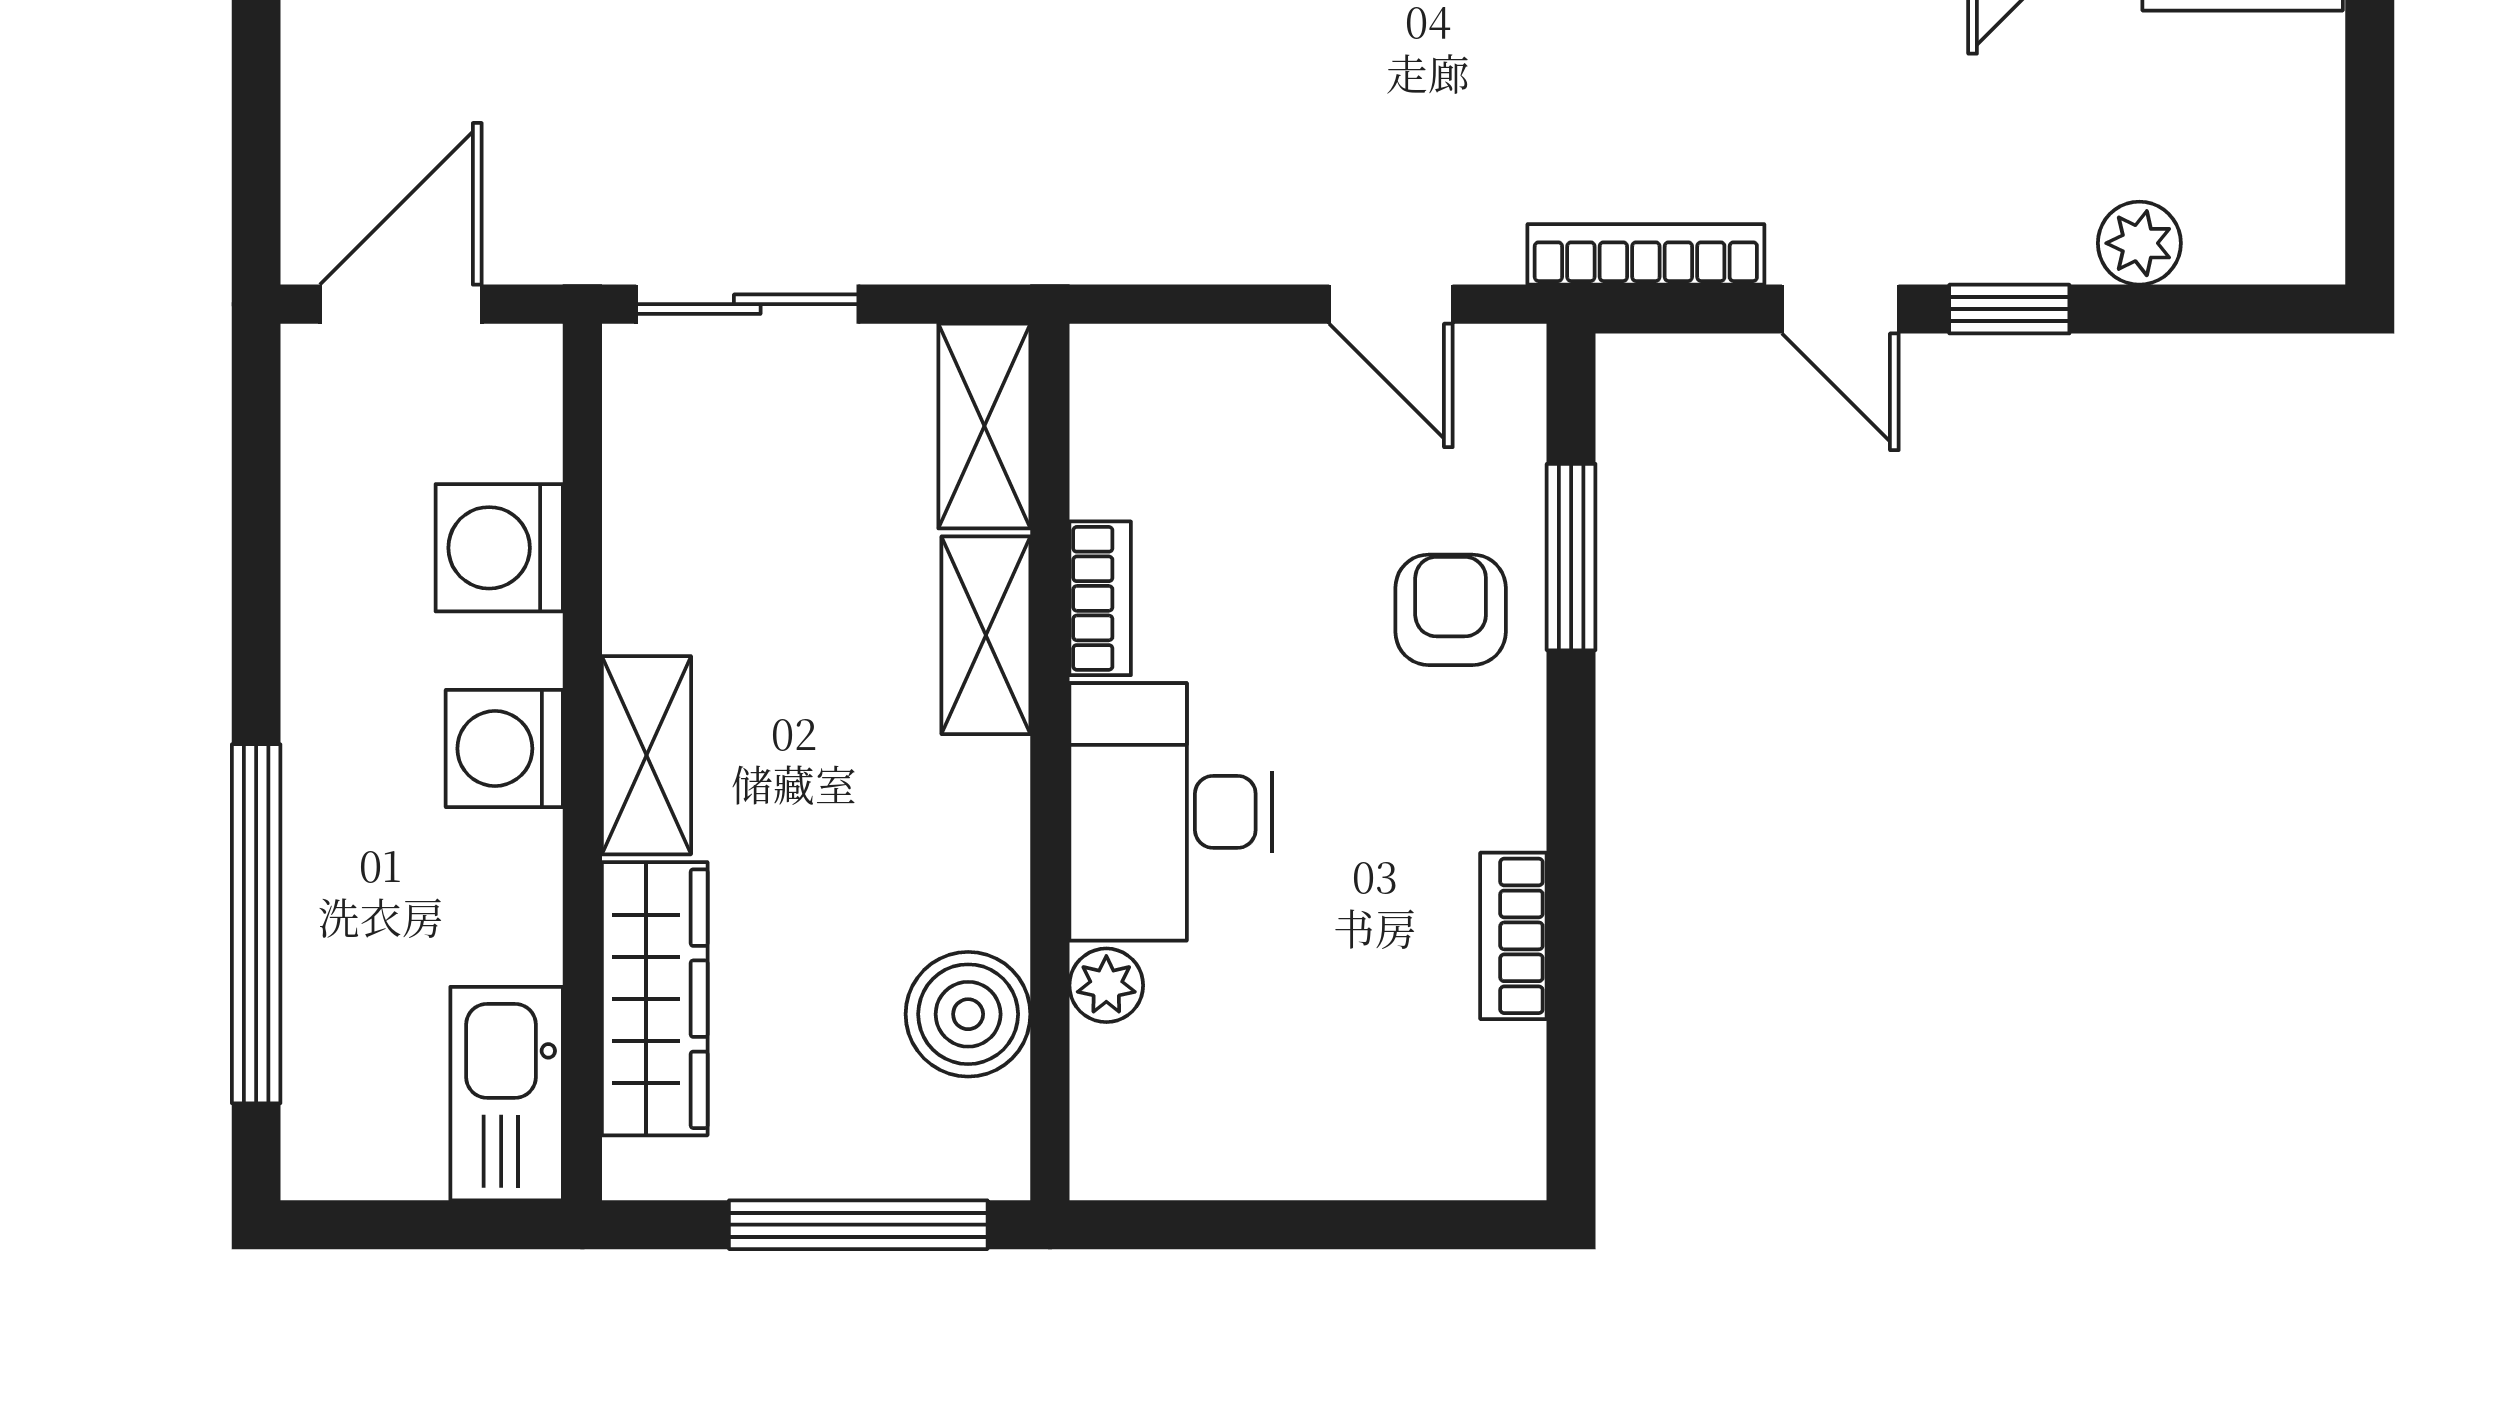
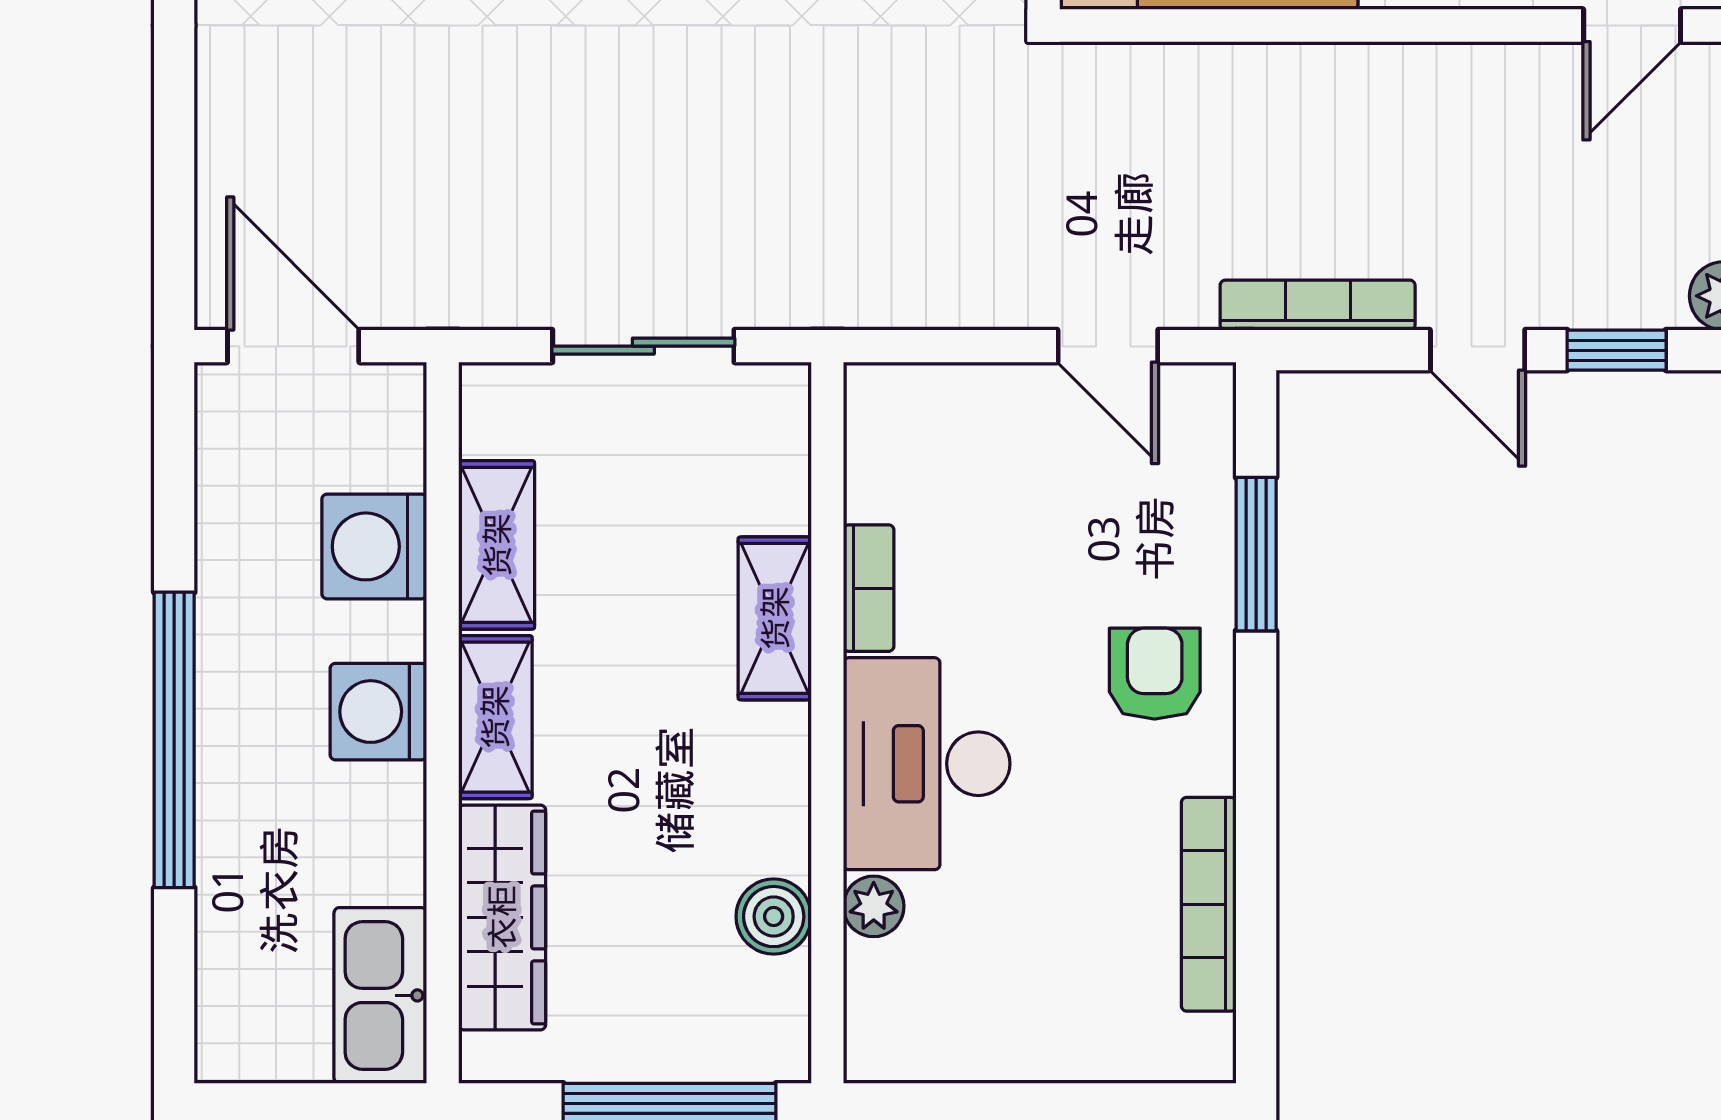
door: (401, 304) -> (293, 346), hinge flipped
sliding door: (747, 304) -> (643, 346), moved
shelving: (984, 426) -> (497, 545), moved
armchair: (1451, 610) -> (1155, 674), moved
window: (256, 924) -> (174, 740), moved
bookcase: (1513, 936) -> (1209, 904), width x1.56
boiler: (968, 1014) -> (774, 917), width x0.73, depth x0.73

